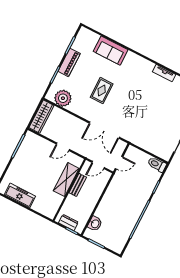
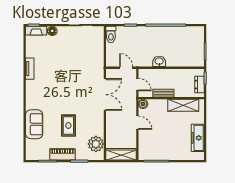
rug: (102, 91) -> (68, 125), moved, turned 90
boiler: (77, 161) -> (143, 104), added
shelving: (66, 180) -> (183, 105), moved
washbasin: (95, 224) -> (159, 61), moved

